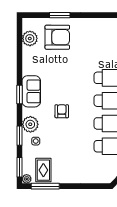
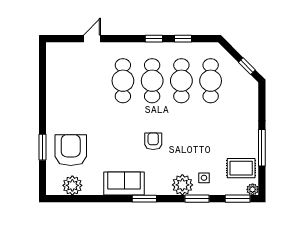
sofa: (31, 91) -> (124, 184), moved
armchair: (62, 111) -> (153, 141), moved, turned 90
window: (45, 186) -> (262, 148), moved

